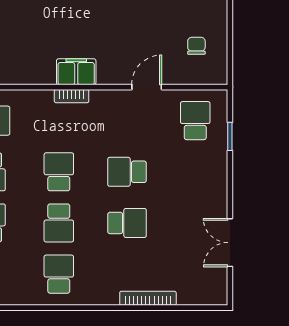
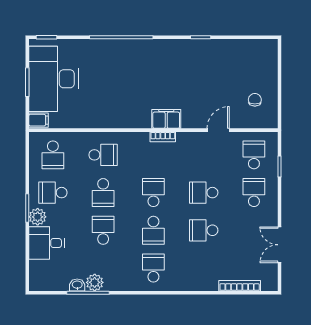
school desk: (195, 172) -> (254, 193), added
school desk: (127, 223) -> (204, 230), turned 180
bookcase: (148, 298) -> (240, 286), moved

